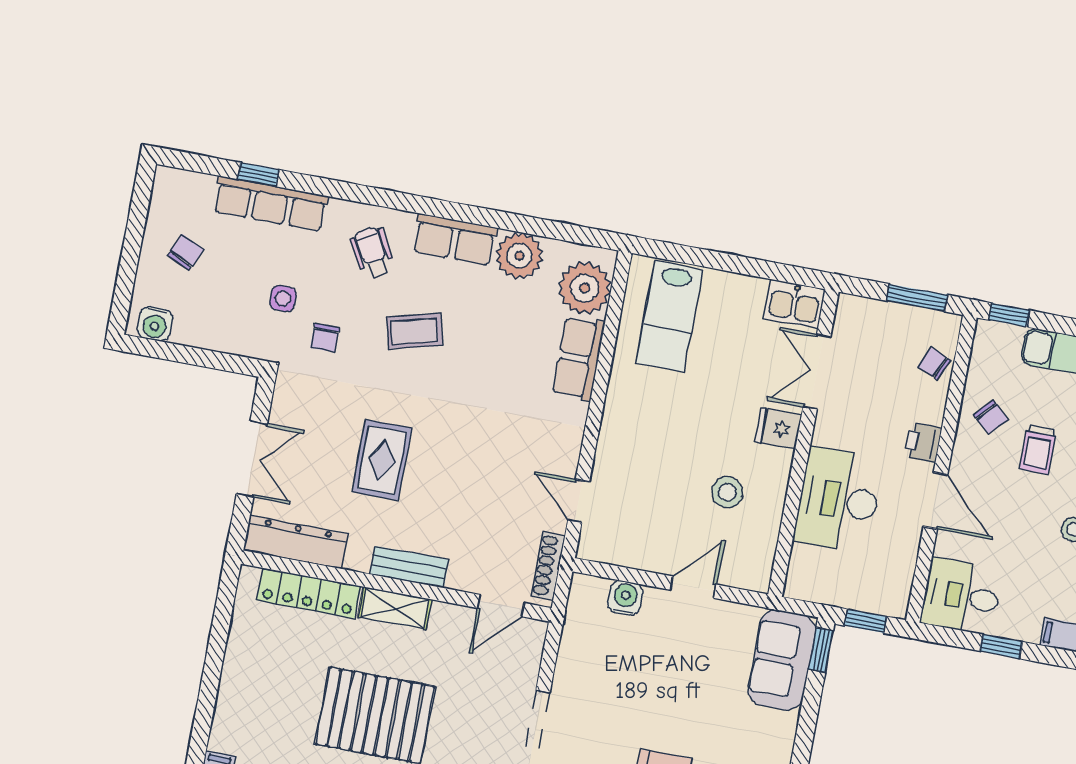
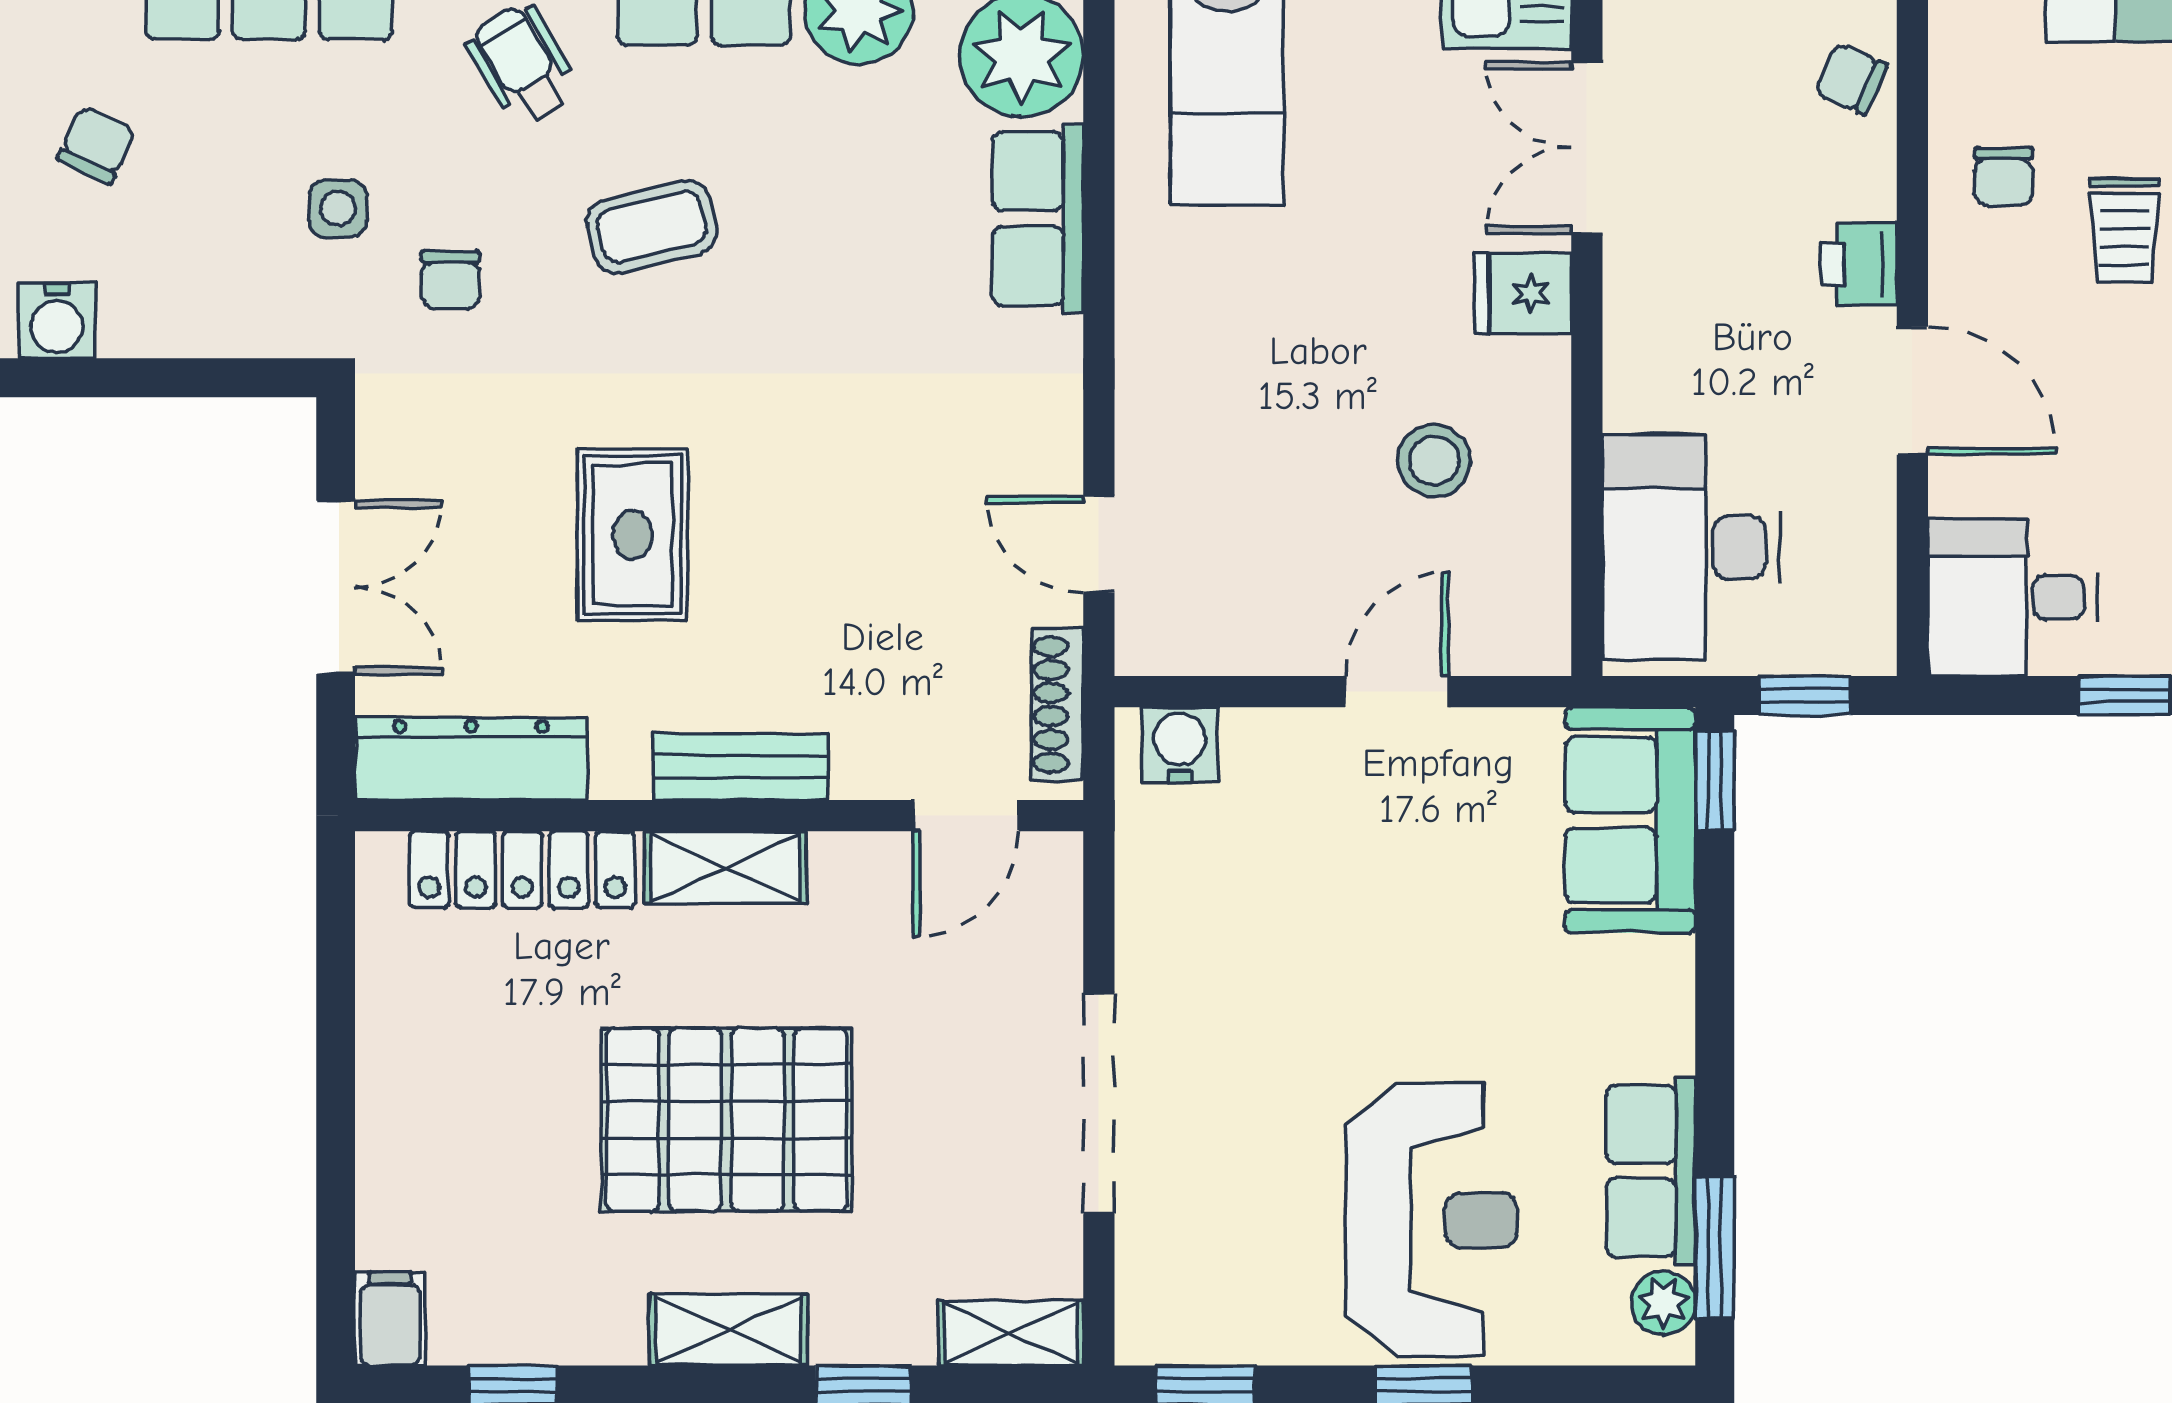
chair: (991, 417) -> (2003, 177), turned 48
desk: (839, 500) -> (1691, 547), moved
water cooler: (625, 598) -> (1180, 745), moved

